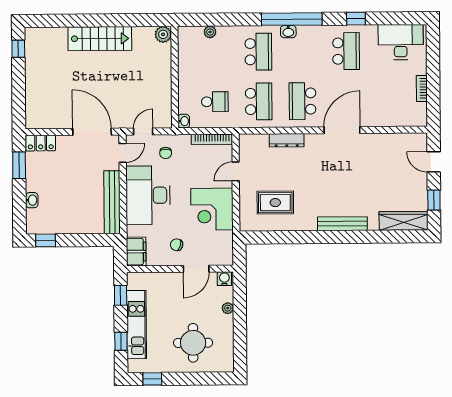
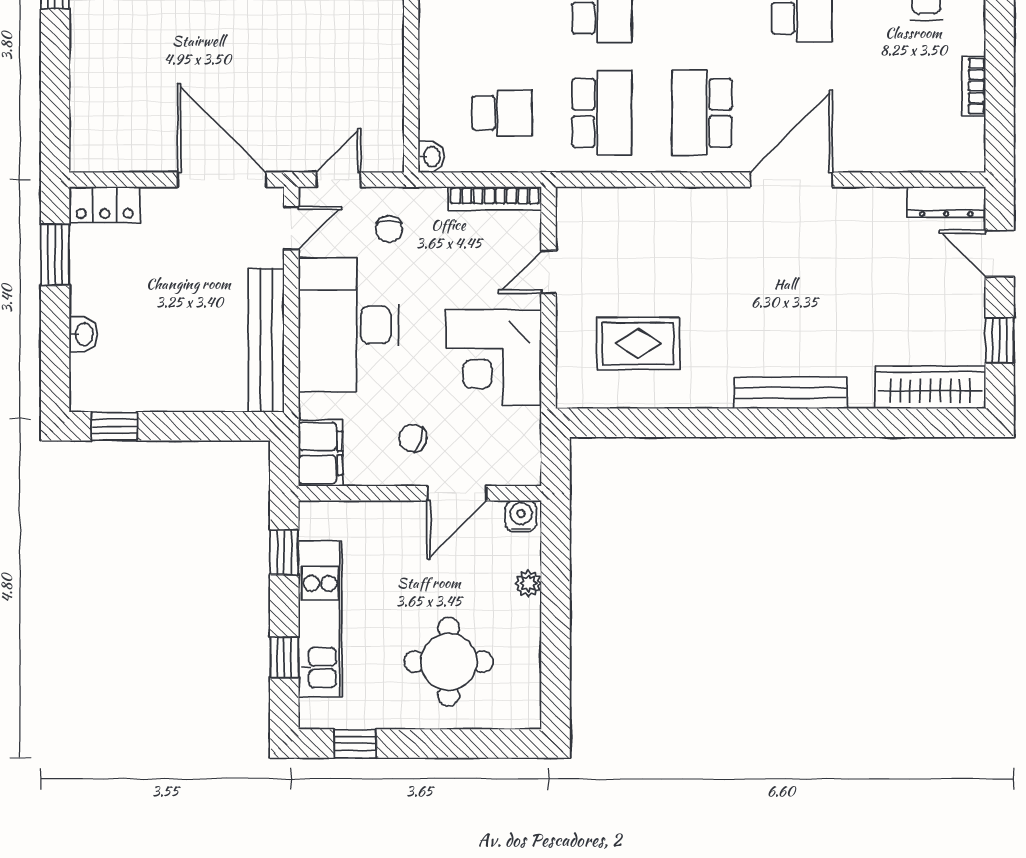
dresser: (287, 140) -> (946, 202), moved

